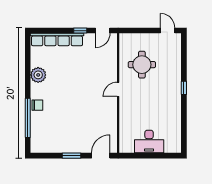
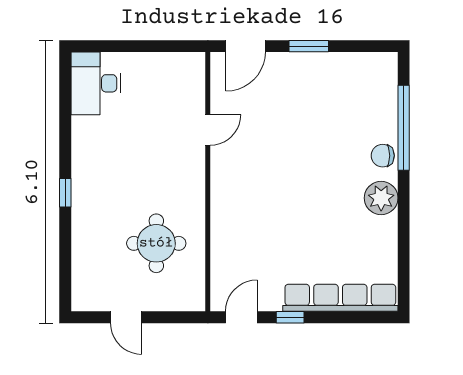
door: (168, 31) -> (126, 317), moved
plant: (38, 75) -> (381, 198), moved
door: (118, 89) -> (208, 130), moved
desk: (149, 142) -> (96, 83), moved, turned -90

